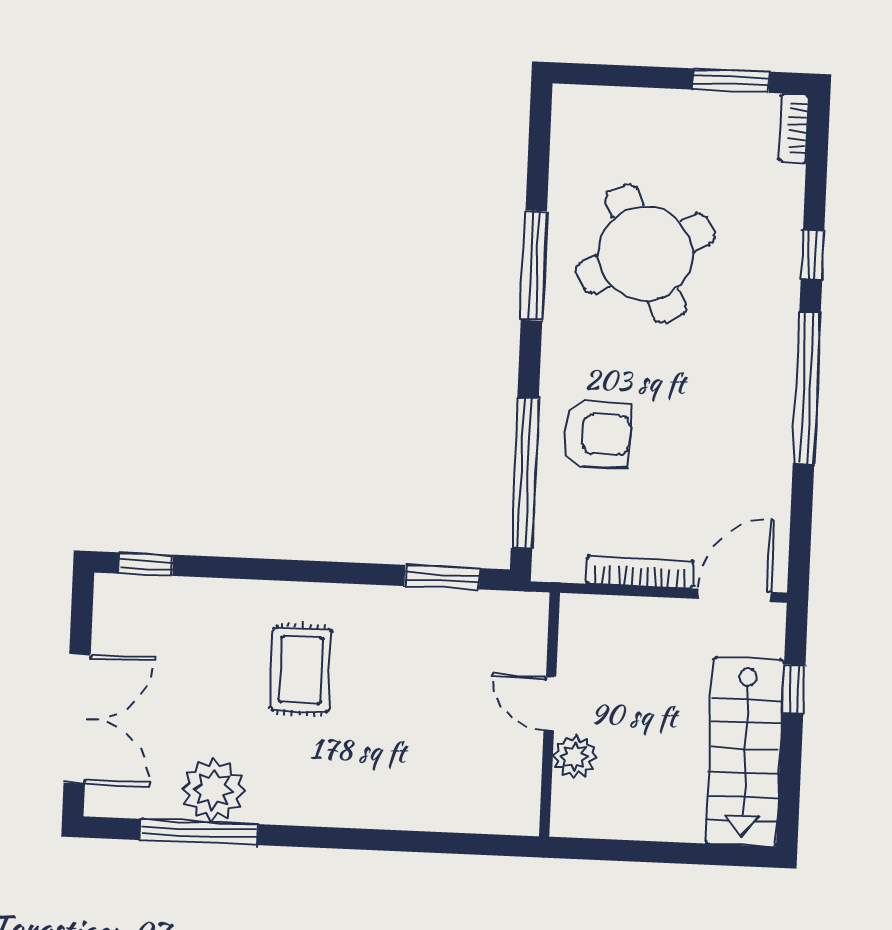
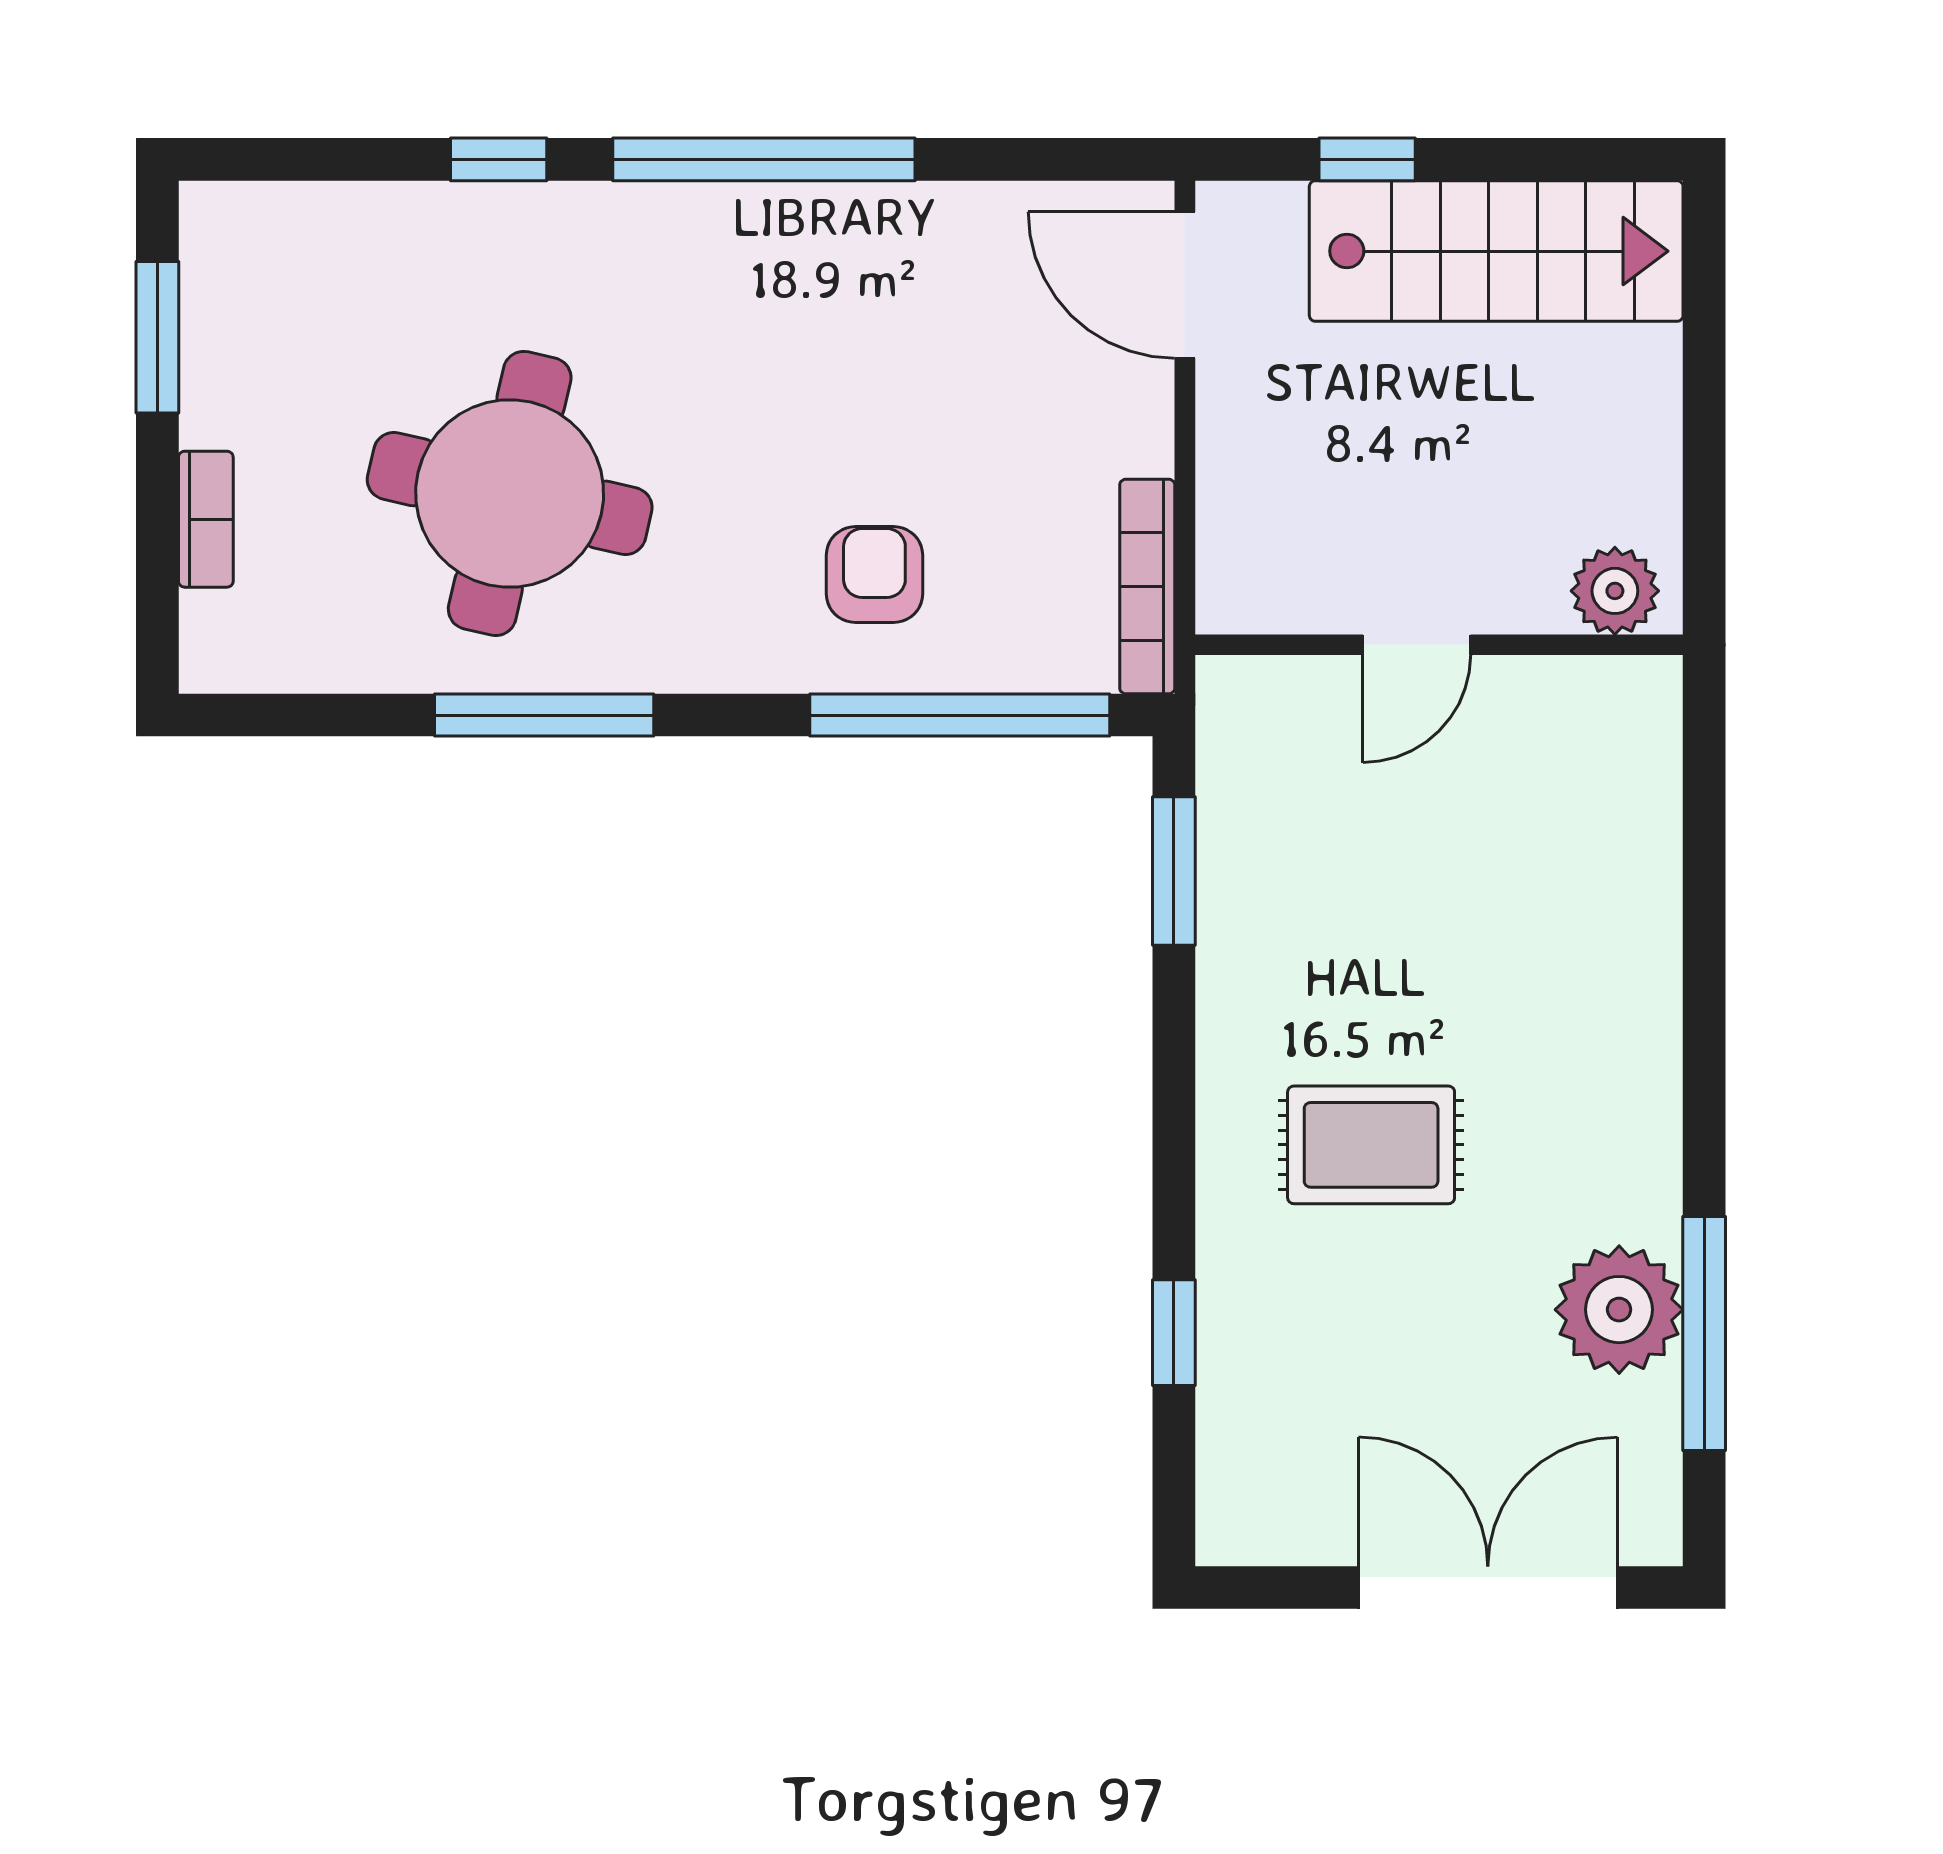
bookcase: (794, 128) -> (206, 519), moved, turned -90
round table: (645, 253) -> (510, 493), turned 38
armchair: (597, 434) -> (874, 575), width x0.72, depth x0.72
window: (146, 564) -> (1174, 1333), moved
bookcase: (640, 572) -> (1147, 586), moved
plant: (575, 757) -> (1615, 591), moved

